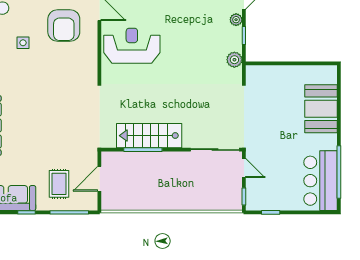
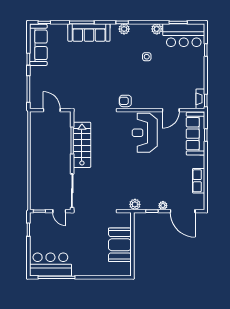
armchair: (64, 25) -> (125, 101), moved, width x0.53, depth x0.53
reception desk: (132, 46) -> (145, 133), turned 180
booth: (321, 109) -> (120, 245), moved, turned 90
door: (244, 168) -> (59, 211), hinge flipped
rug: (59, 184) -> (48, 82), removed

